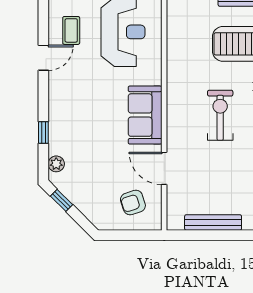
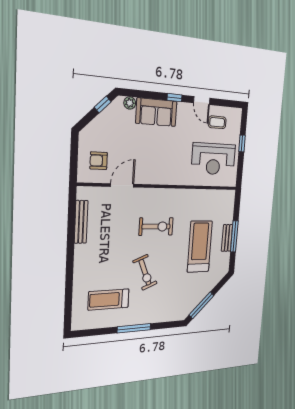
sofa: (145, 115) -> (156, 112), moved, turned 180
window: (43, 132) -> (174, 98), moved
armchair: (133, 203) -> (99, 161), turned -72

